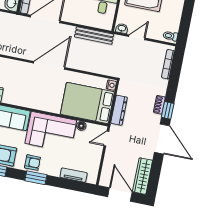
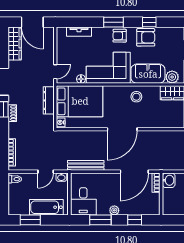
stool: (28, 96) -> (136, 97), added

